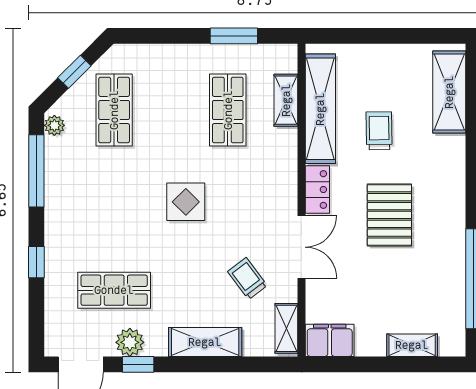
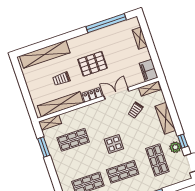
shelving: (449, 92) -> (45, 54), width x1.47
shelving: (286, 100) -> (50, 123), moved
shop shelf: (114, 200) -> (123, 172), added

